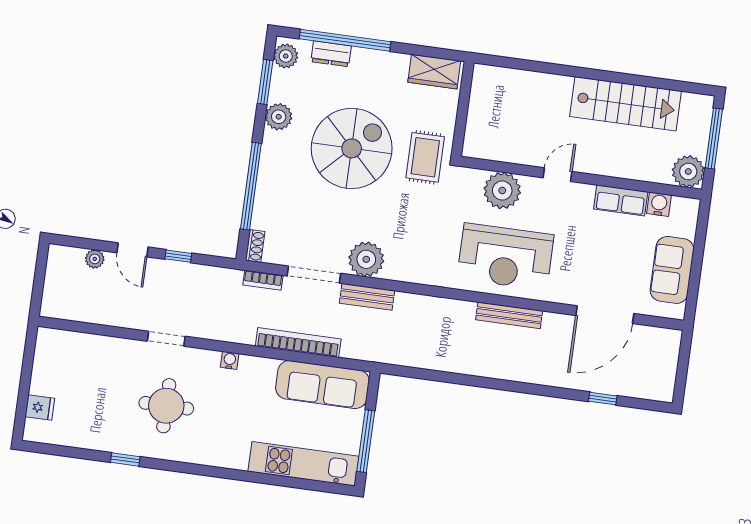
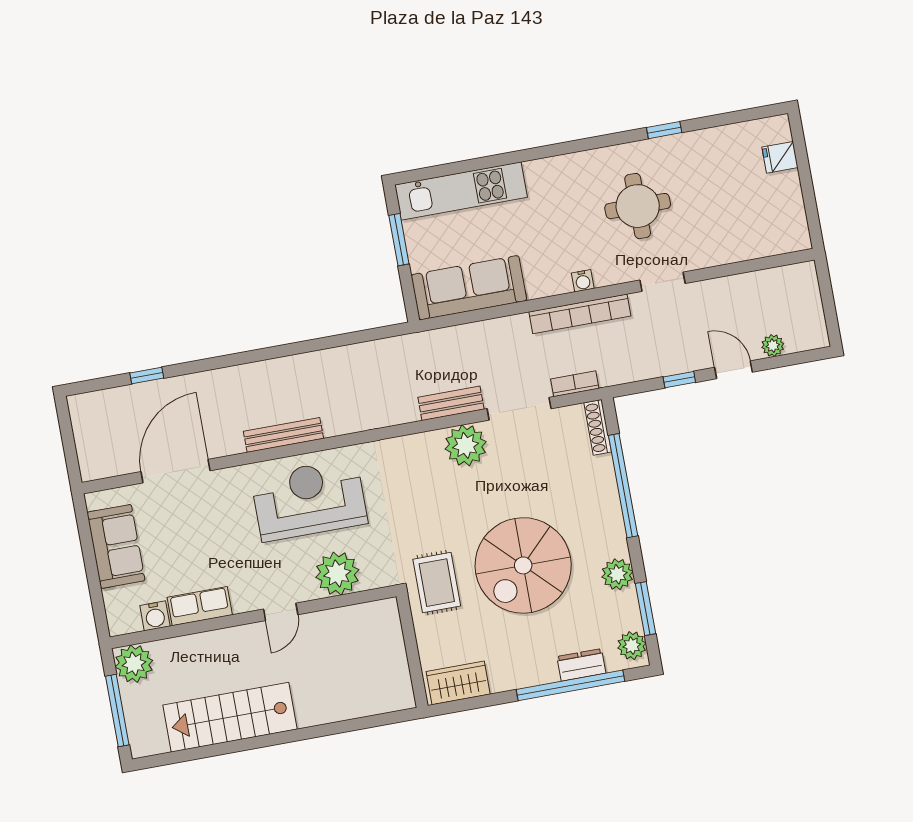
shoe rack: (255, 246) -> (598, 427), width x1.43
bookcase: (298, 343) -> (580, 314), moved
window: (366, 441) -> (399, 240), width x0.69

